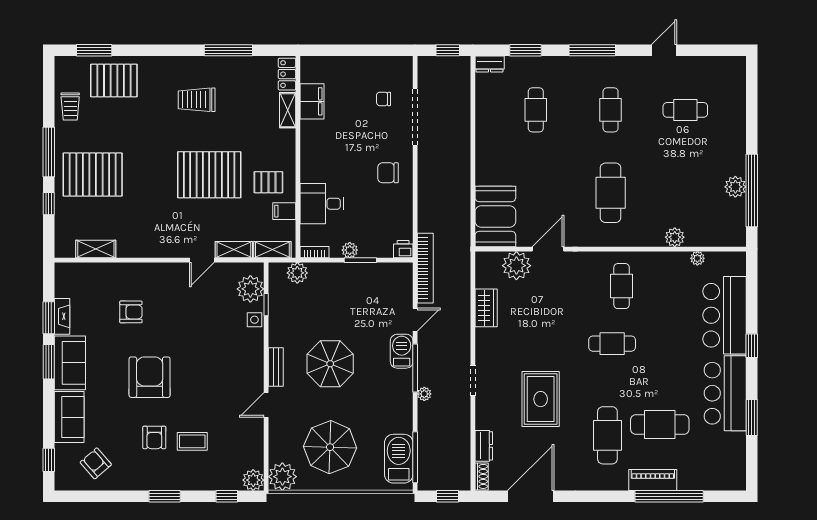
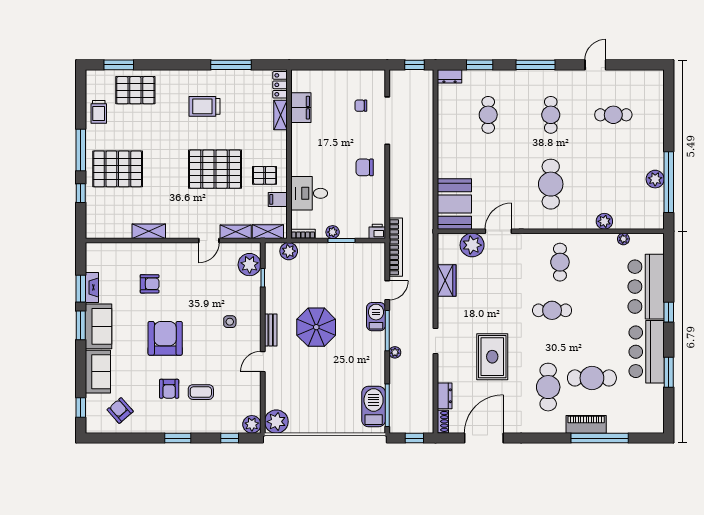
shelving: (96, 249) -> (149, 231), moved
side table: (254, 320) -> (230, 322), moved
parasol: (330, 447) -> (316, 397), removed

